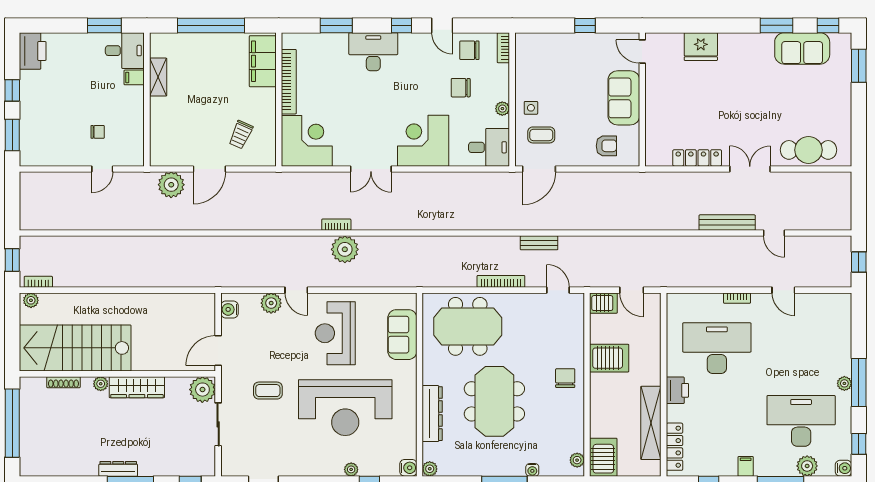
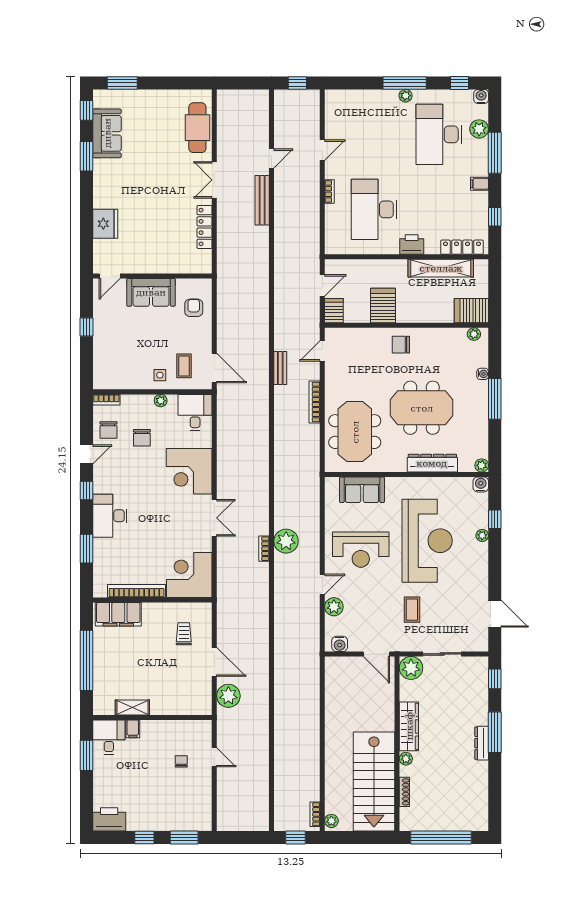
trolley: (241, 135) -> (184, 634), turned -114

